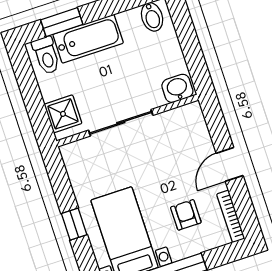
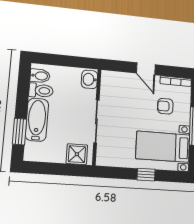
toilet: (46, 55) -> (41, 91), moved

